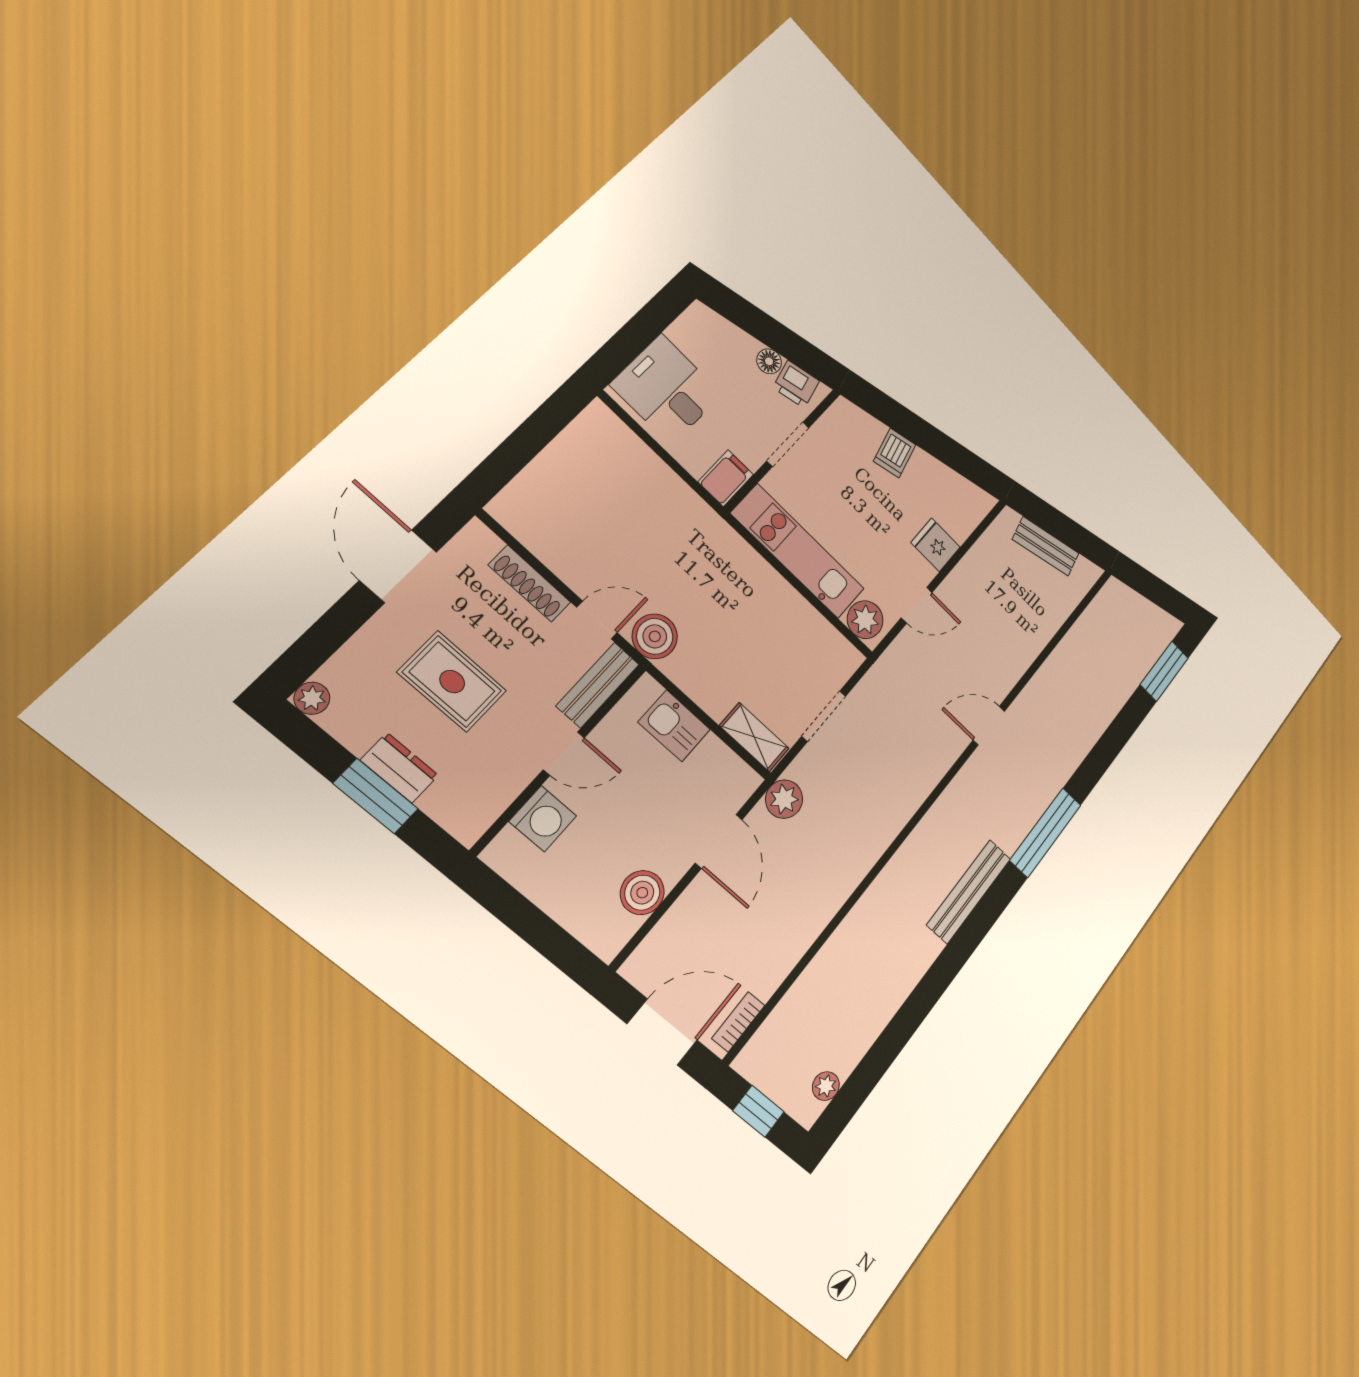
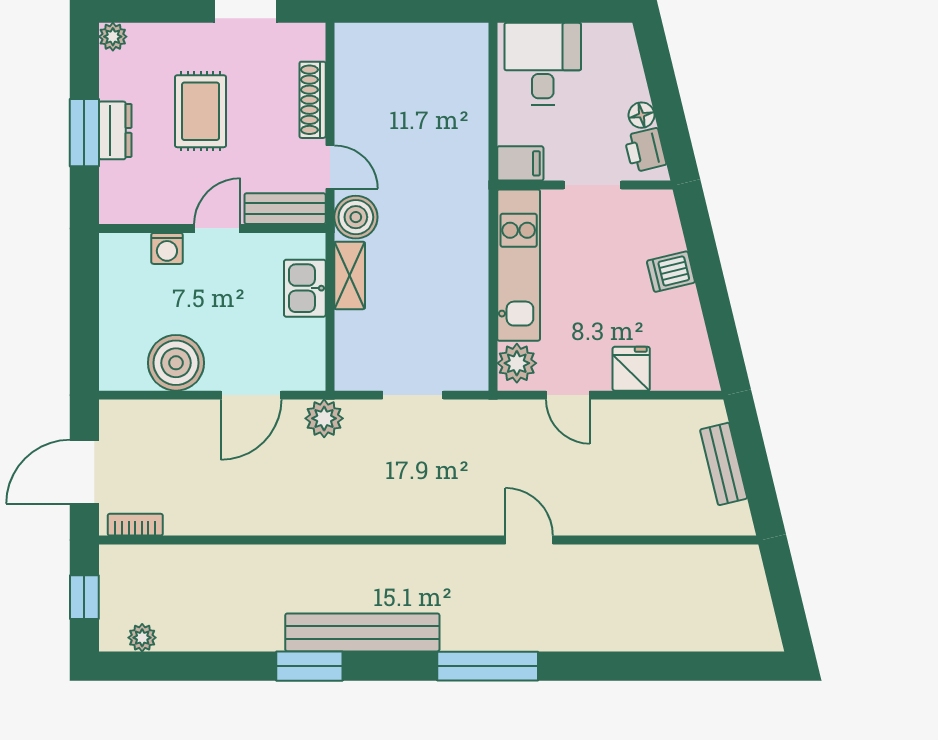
window: (1164, 671) -> (309, 666), moved
shelving: (754, 737) -> (350, 275), moved
door: (564, 754) -> (217, 228), swing flipped
washing machine: (543, 819) -> (167, 248), width x0.73, depth x0.73
bench: (969, 892) -> (362, 632), width x1.37, depth x1.21
boiler: (642, 893) -> (176, 363), width x1.37, depth x1.37
door: (662, 1032) -> (84, 472), swing flipped

